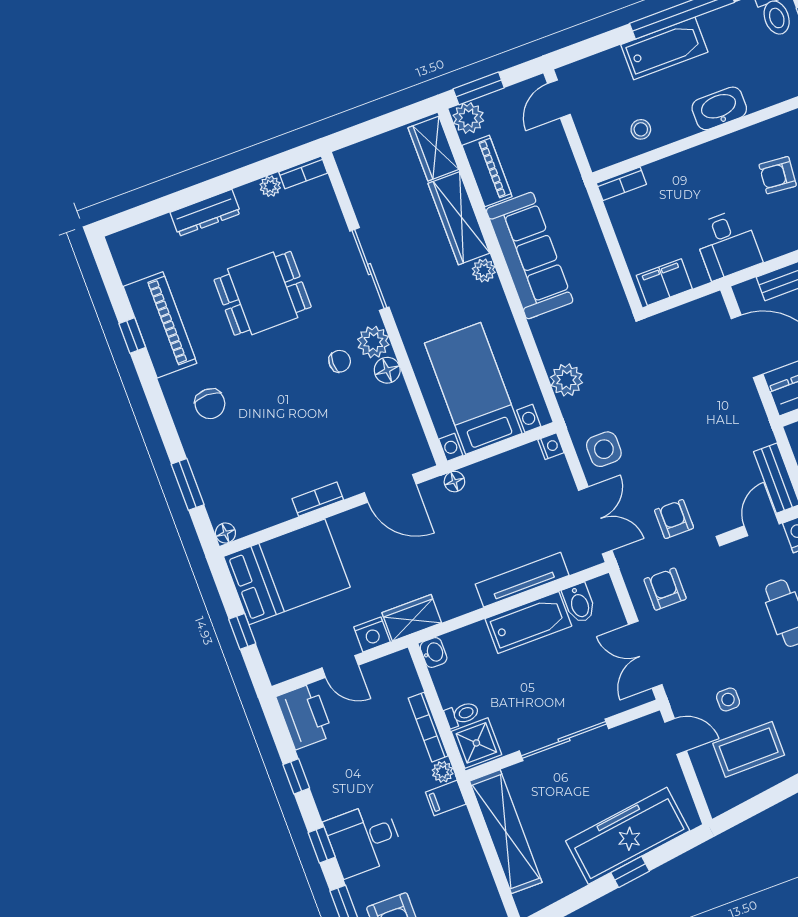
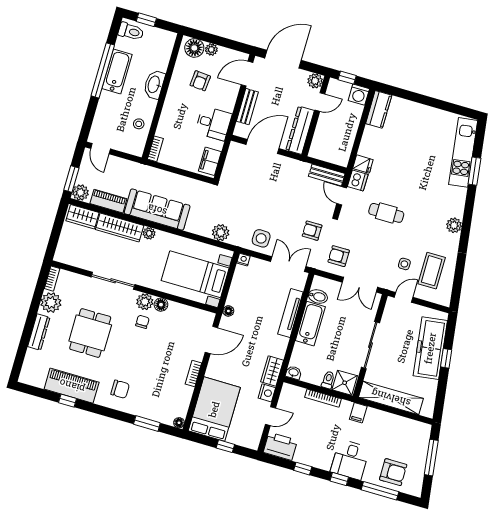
bathtub: (664, 48) -> (117, 72), moved
plant: (270, 186) -> (51, 303), width x1.88, depth x1.88
plant: (443, 772) -> (346, 406), removed

